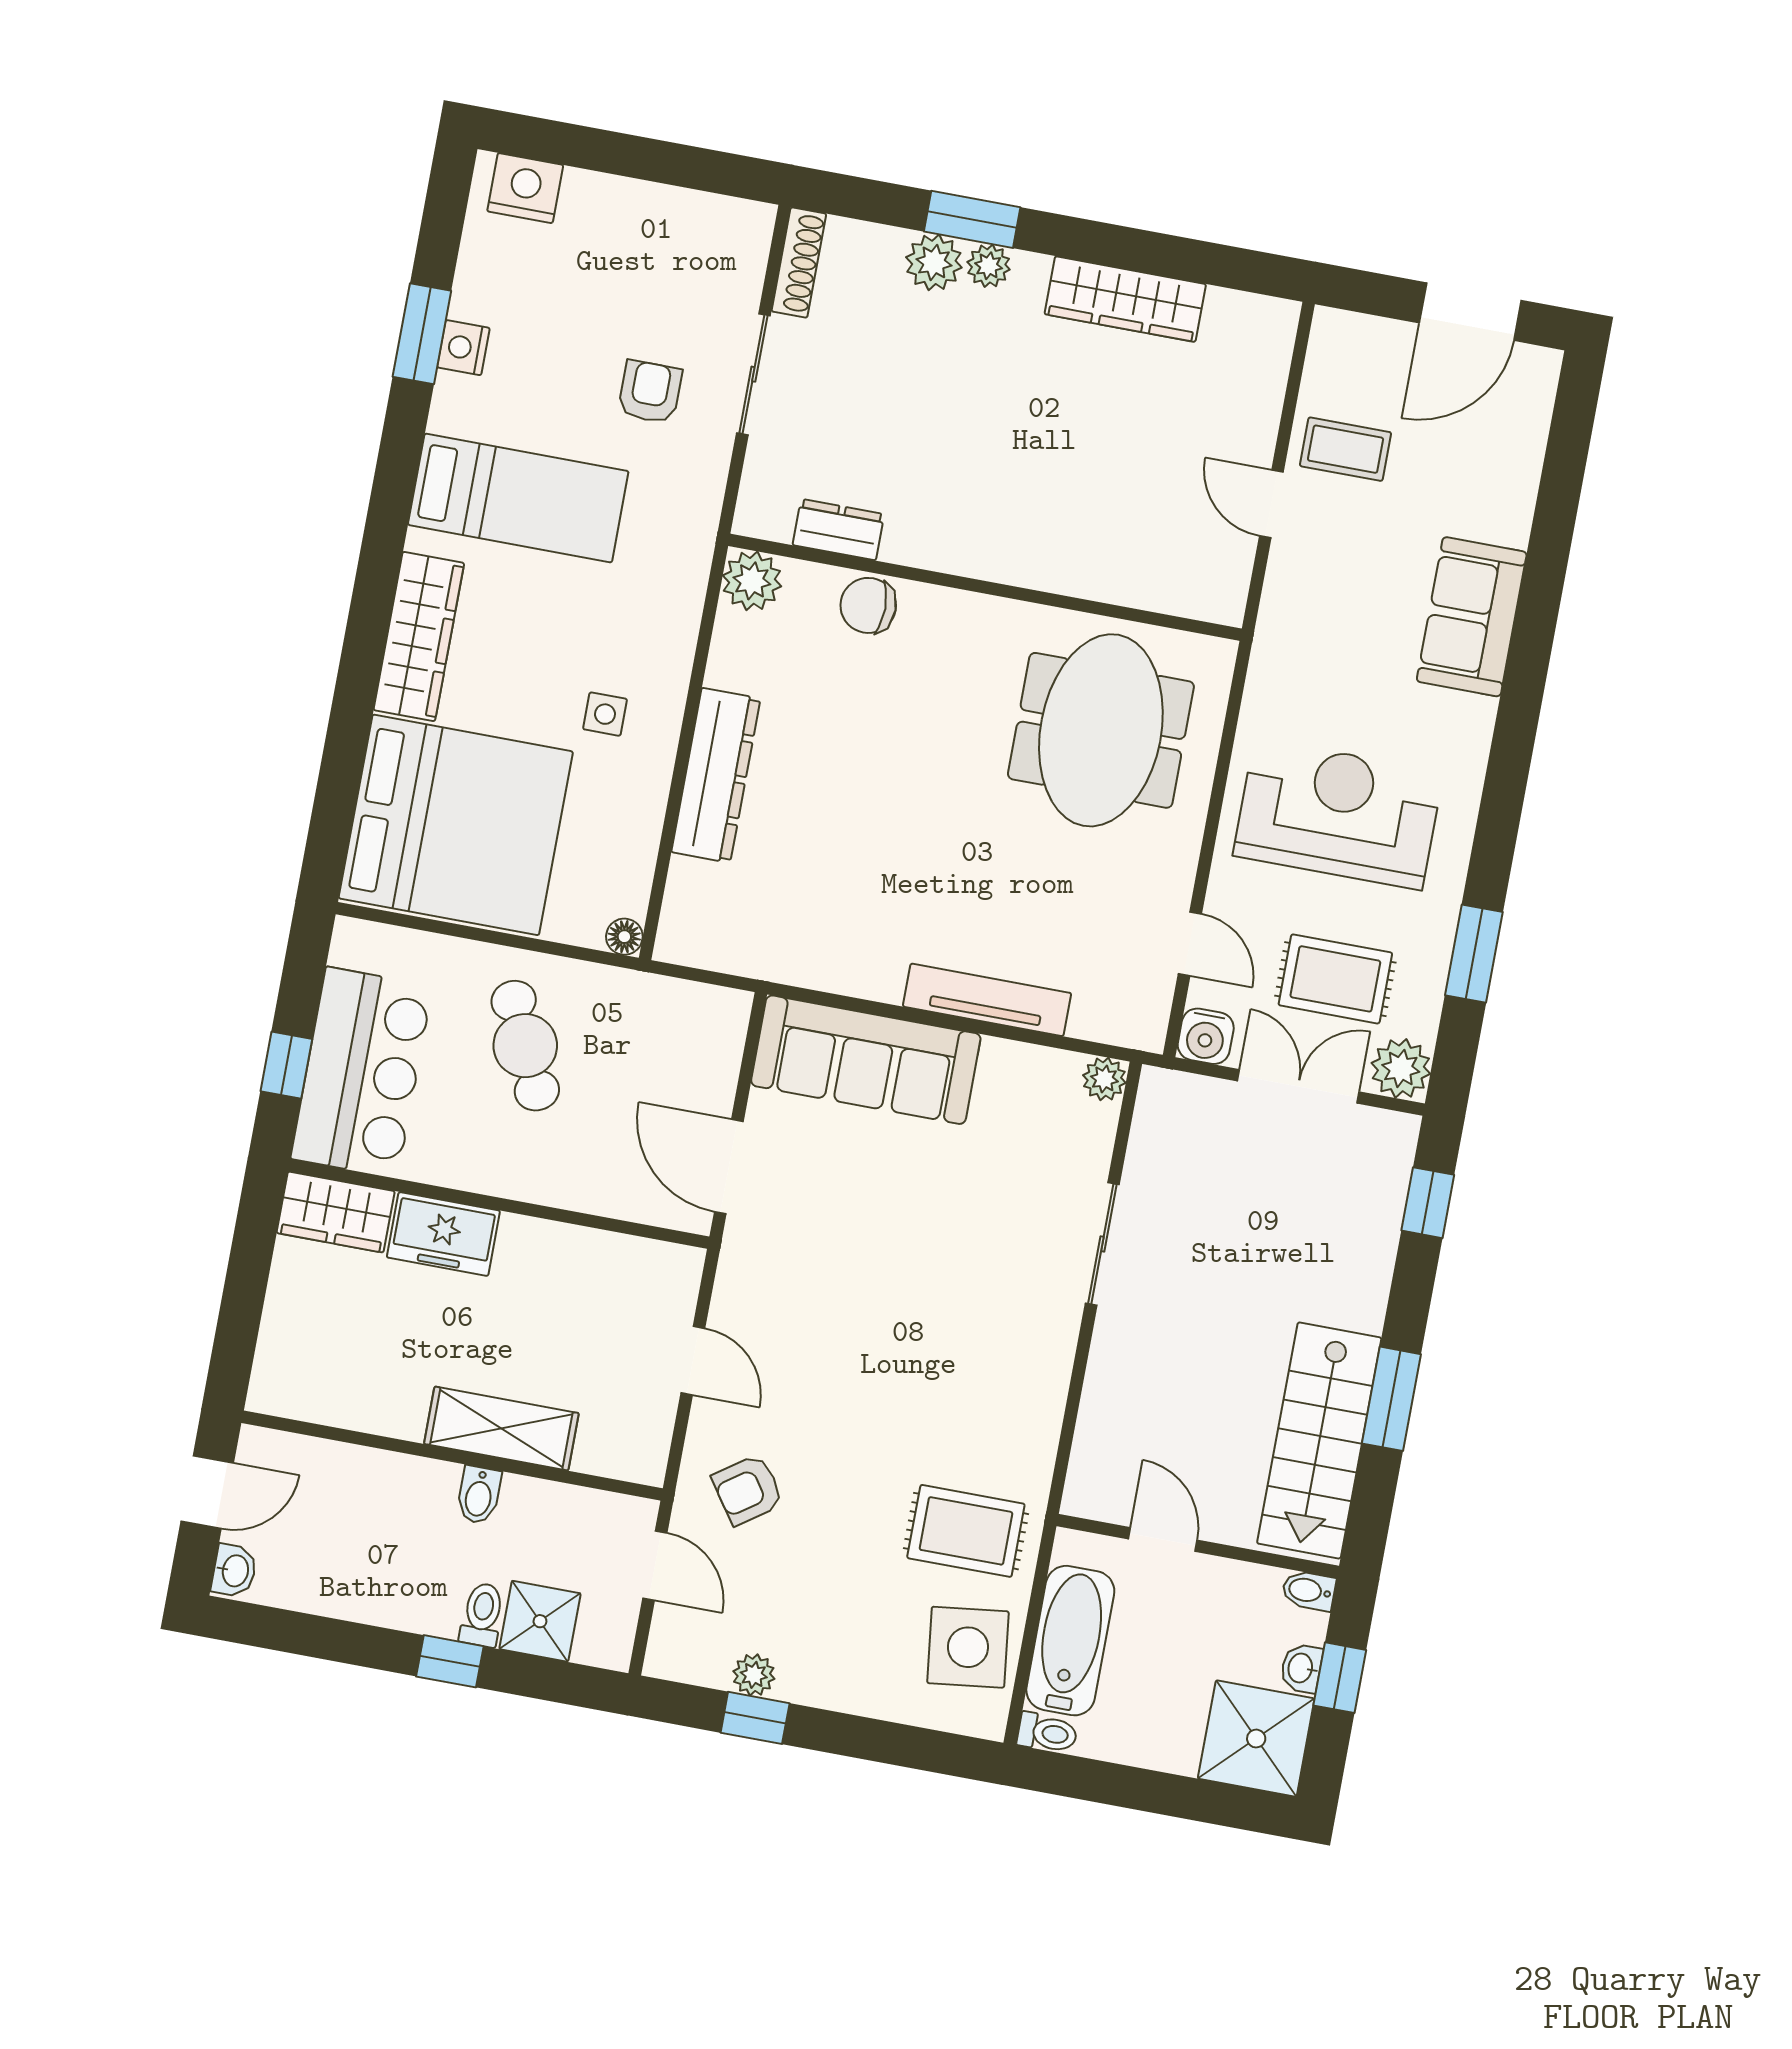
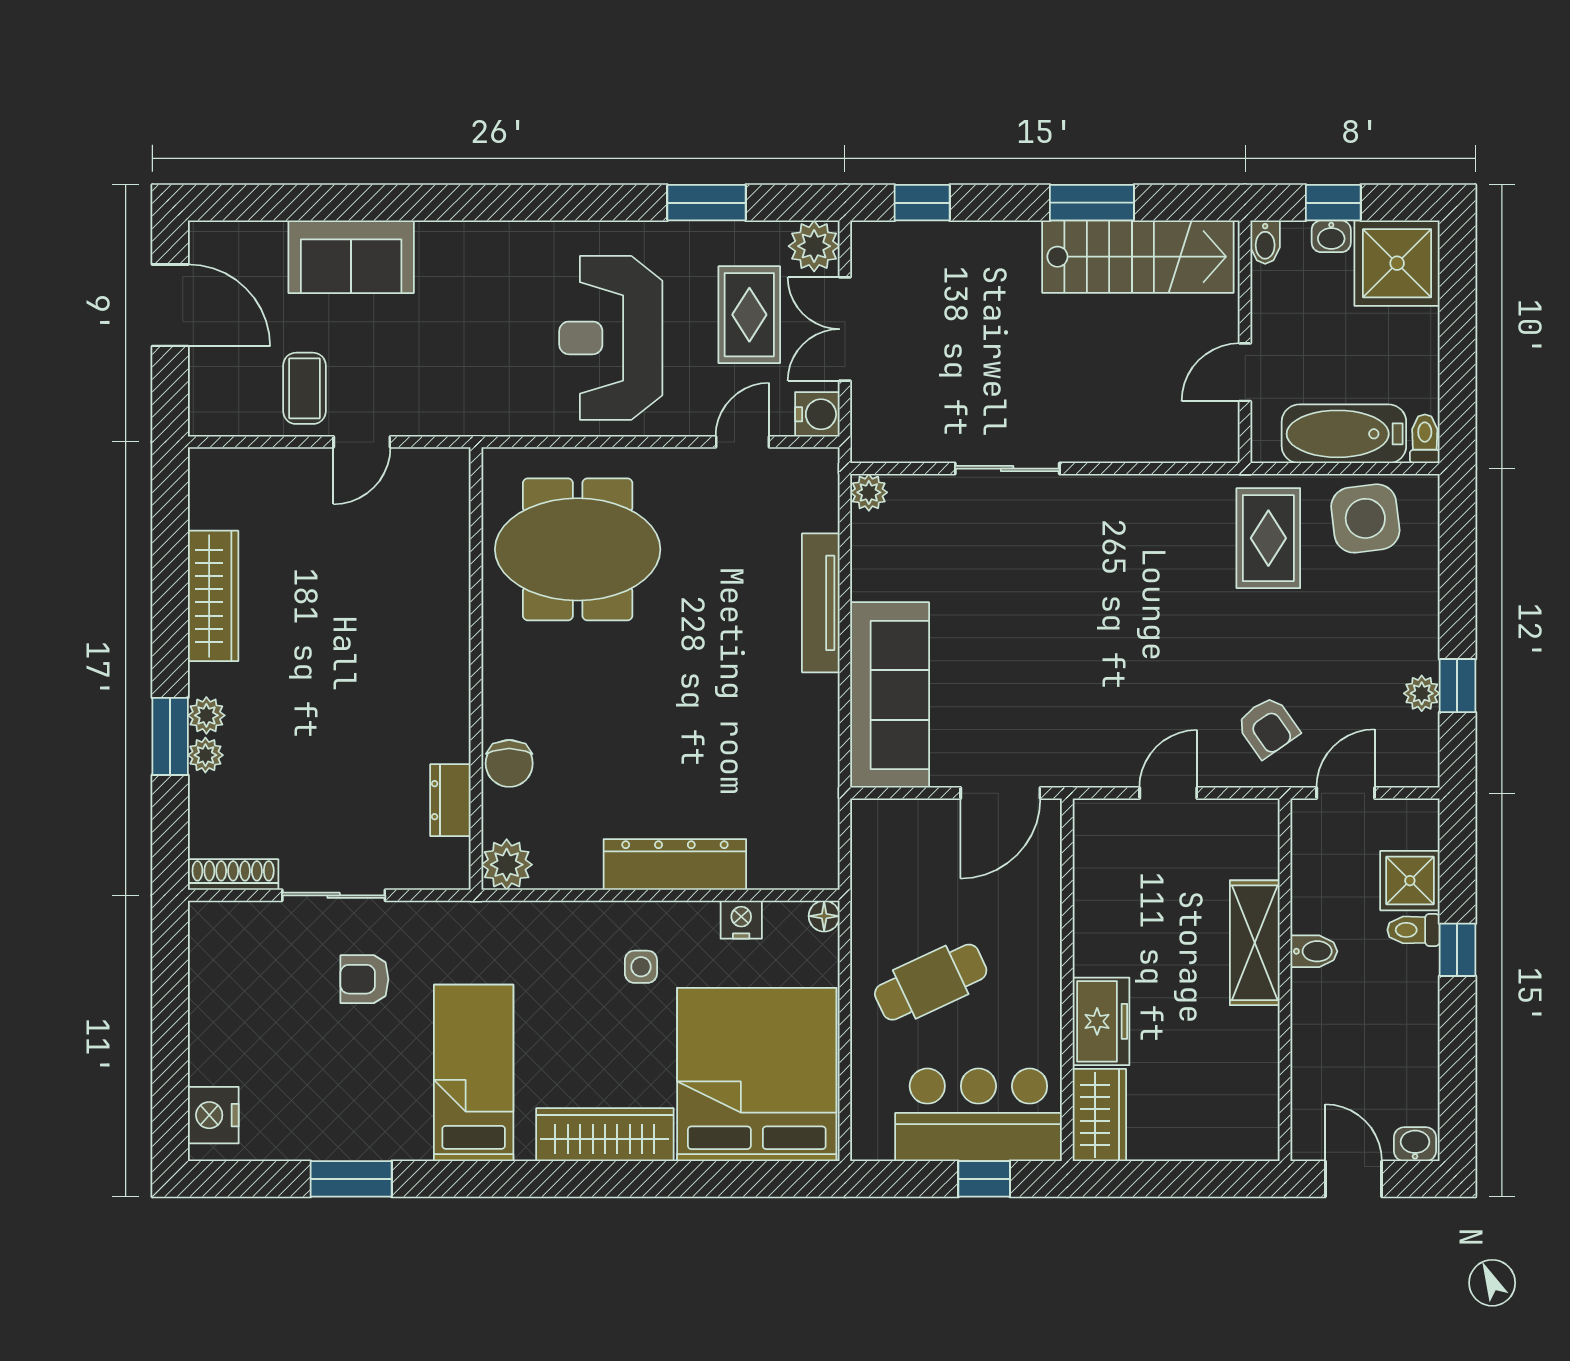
plant: (934, 262) -> (205, 755), width x0.73, depth x0.73
nightstand: (463, 348) -> (741, 920), moved, turned 180
sofa: (1472, 617) -> (351, 257), moved

